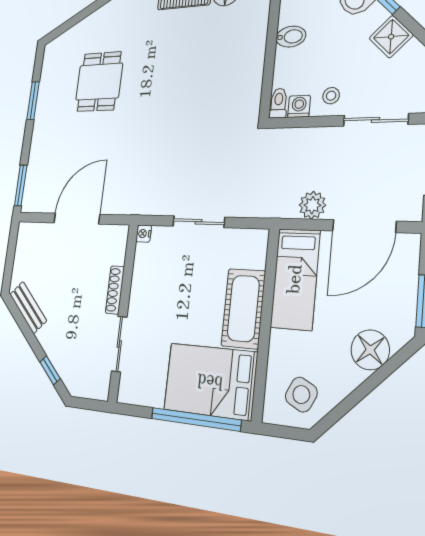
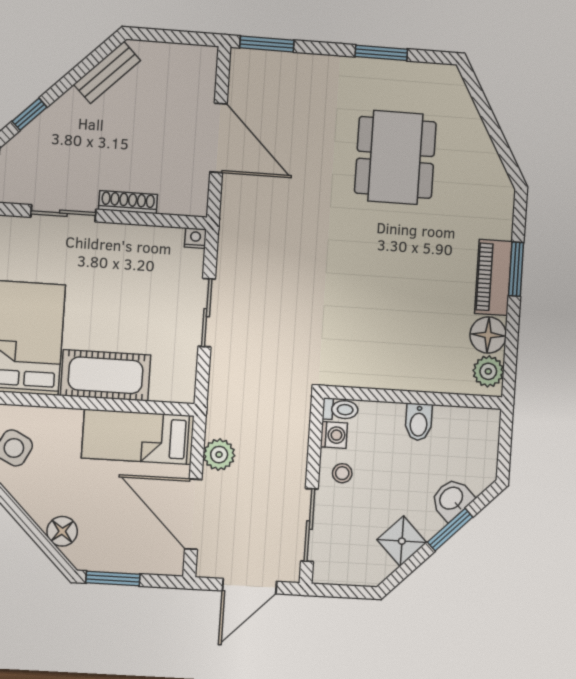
dining table: (99, 82) -> (395, 157), width x1.38
floor lamp: (370, 350) -> (62, 531), width x0.73, depth x0.73

